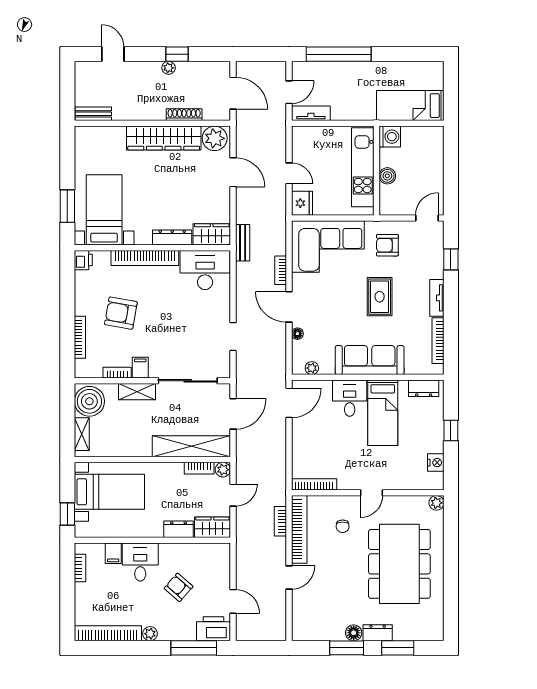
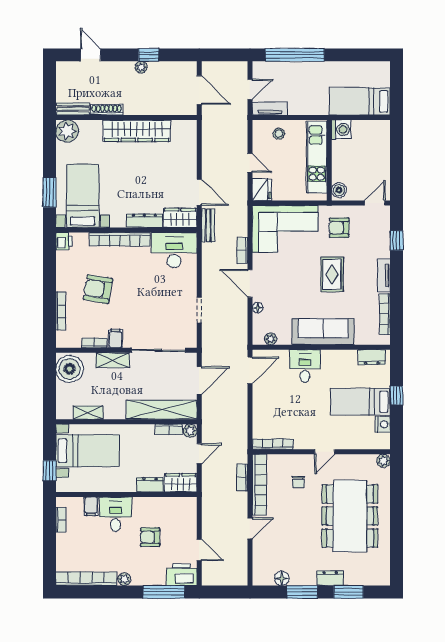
shoe rack: (184, 115) -> (107, 110), moved
plant: (215, 138) -> (67, 131), moved
stool: (321, 141) -> (279, 134), added
door: (233, 172) -> (199, 192), moved
boiler: (387, 176) -> (339, 190), moved
bed: (383, 413) -> (360, 402), moved, turned 90
shelving: (82, 434) -> (88, 413), moved, turned 90
armchair: (179, 587) -> (150, 537), turned -41
floor lamp: (354, 633) -> (282, 578), moved

